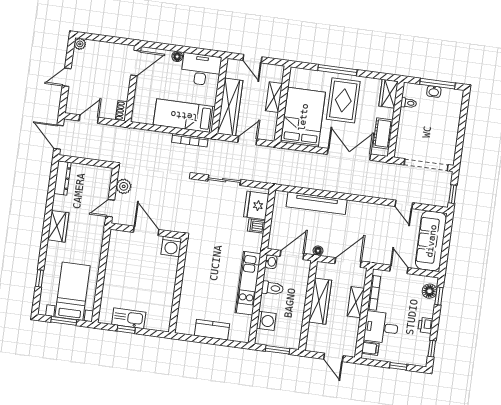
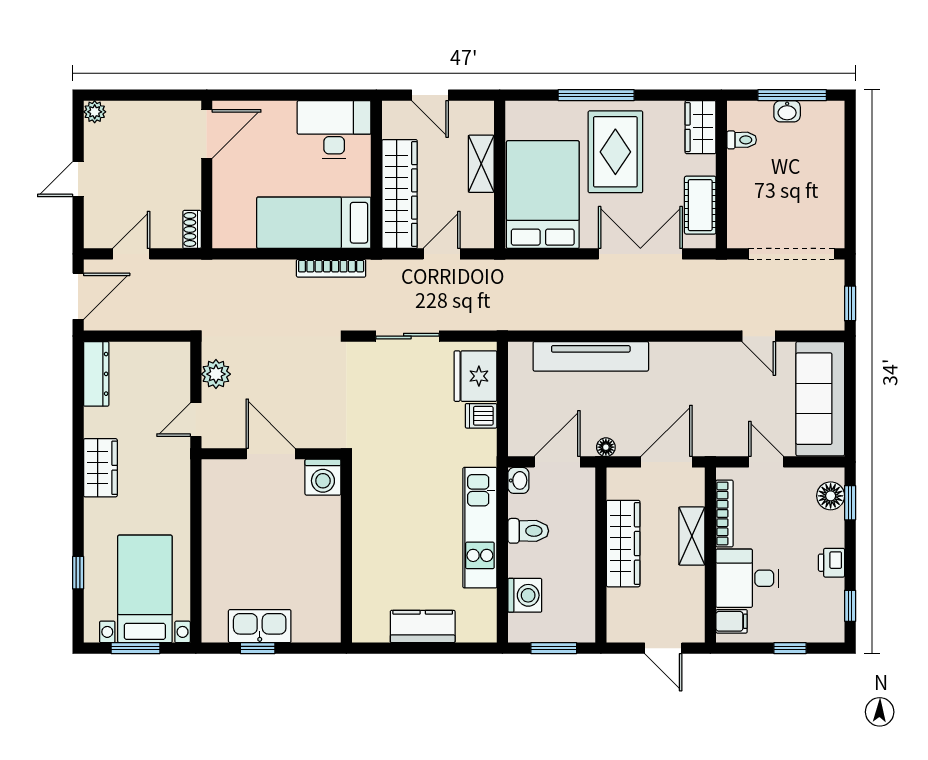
floor lamp: (177, 57) -> (285, 111), removed
door: (59, 137) -> (78, 296), swing flipped

